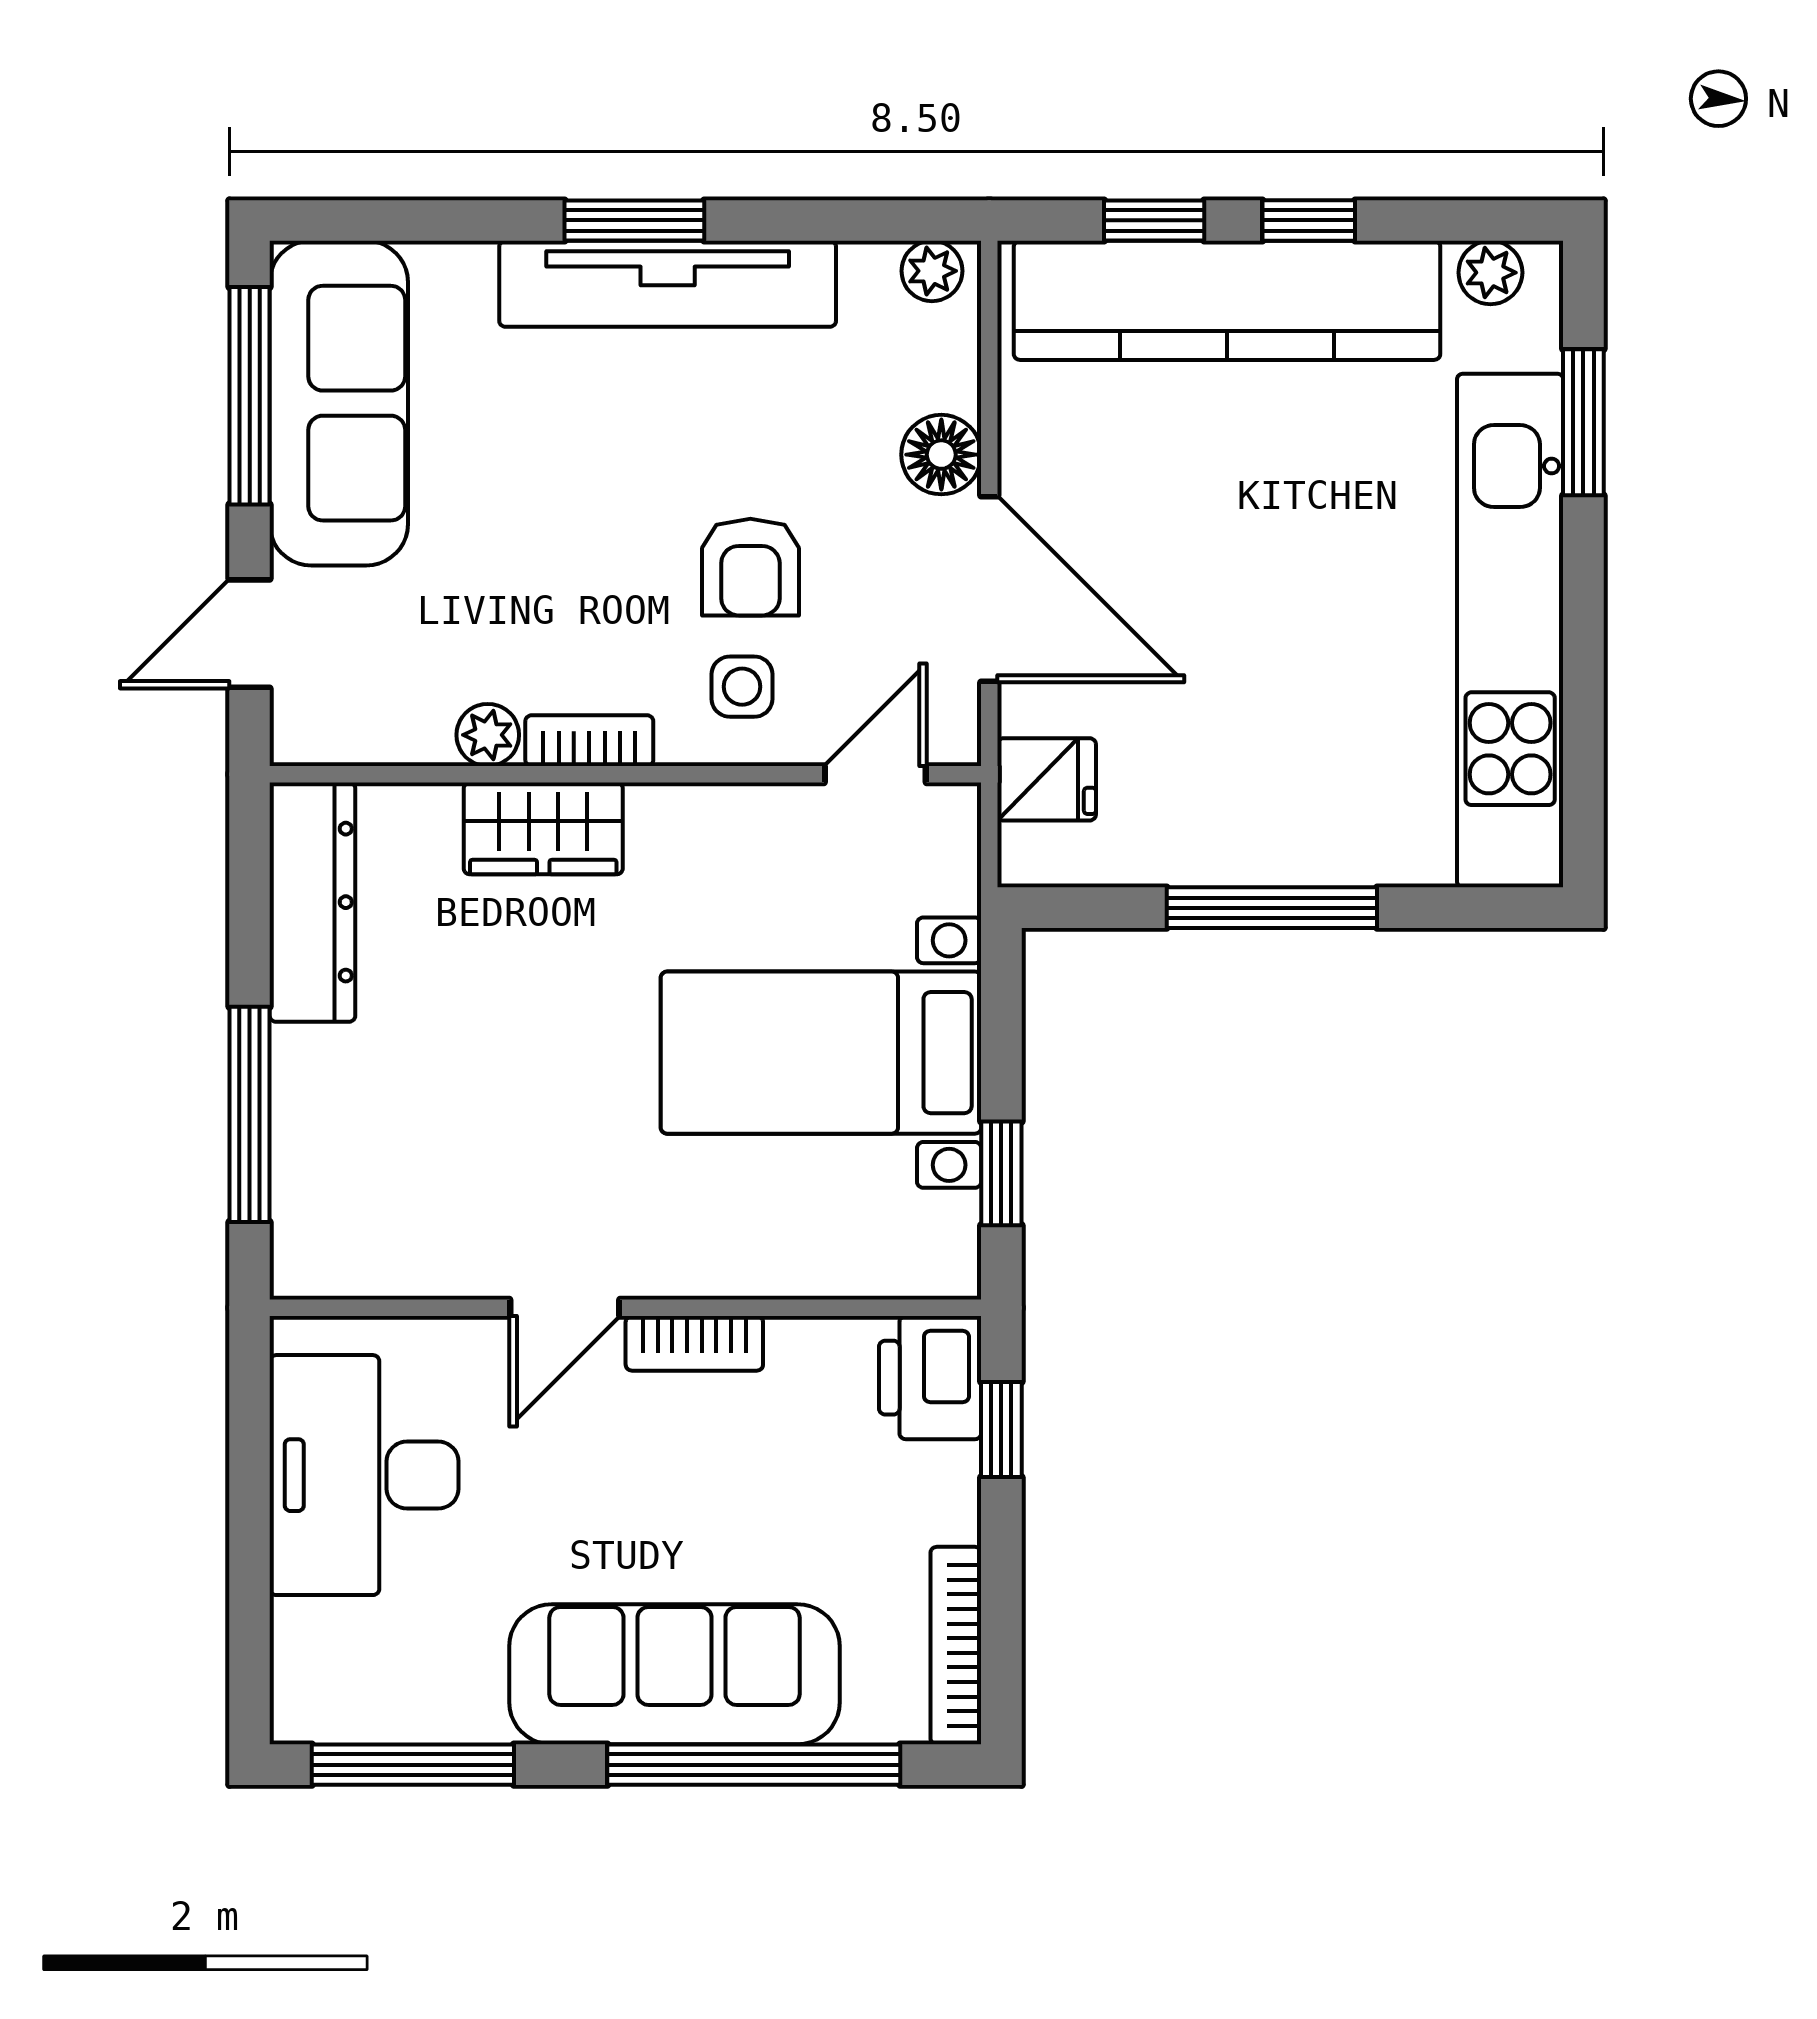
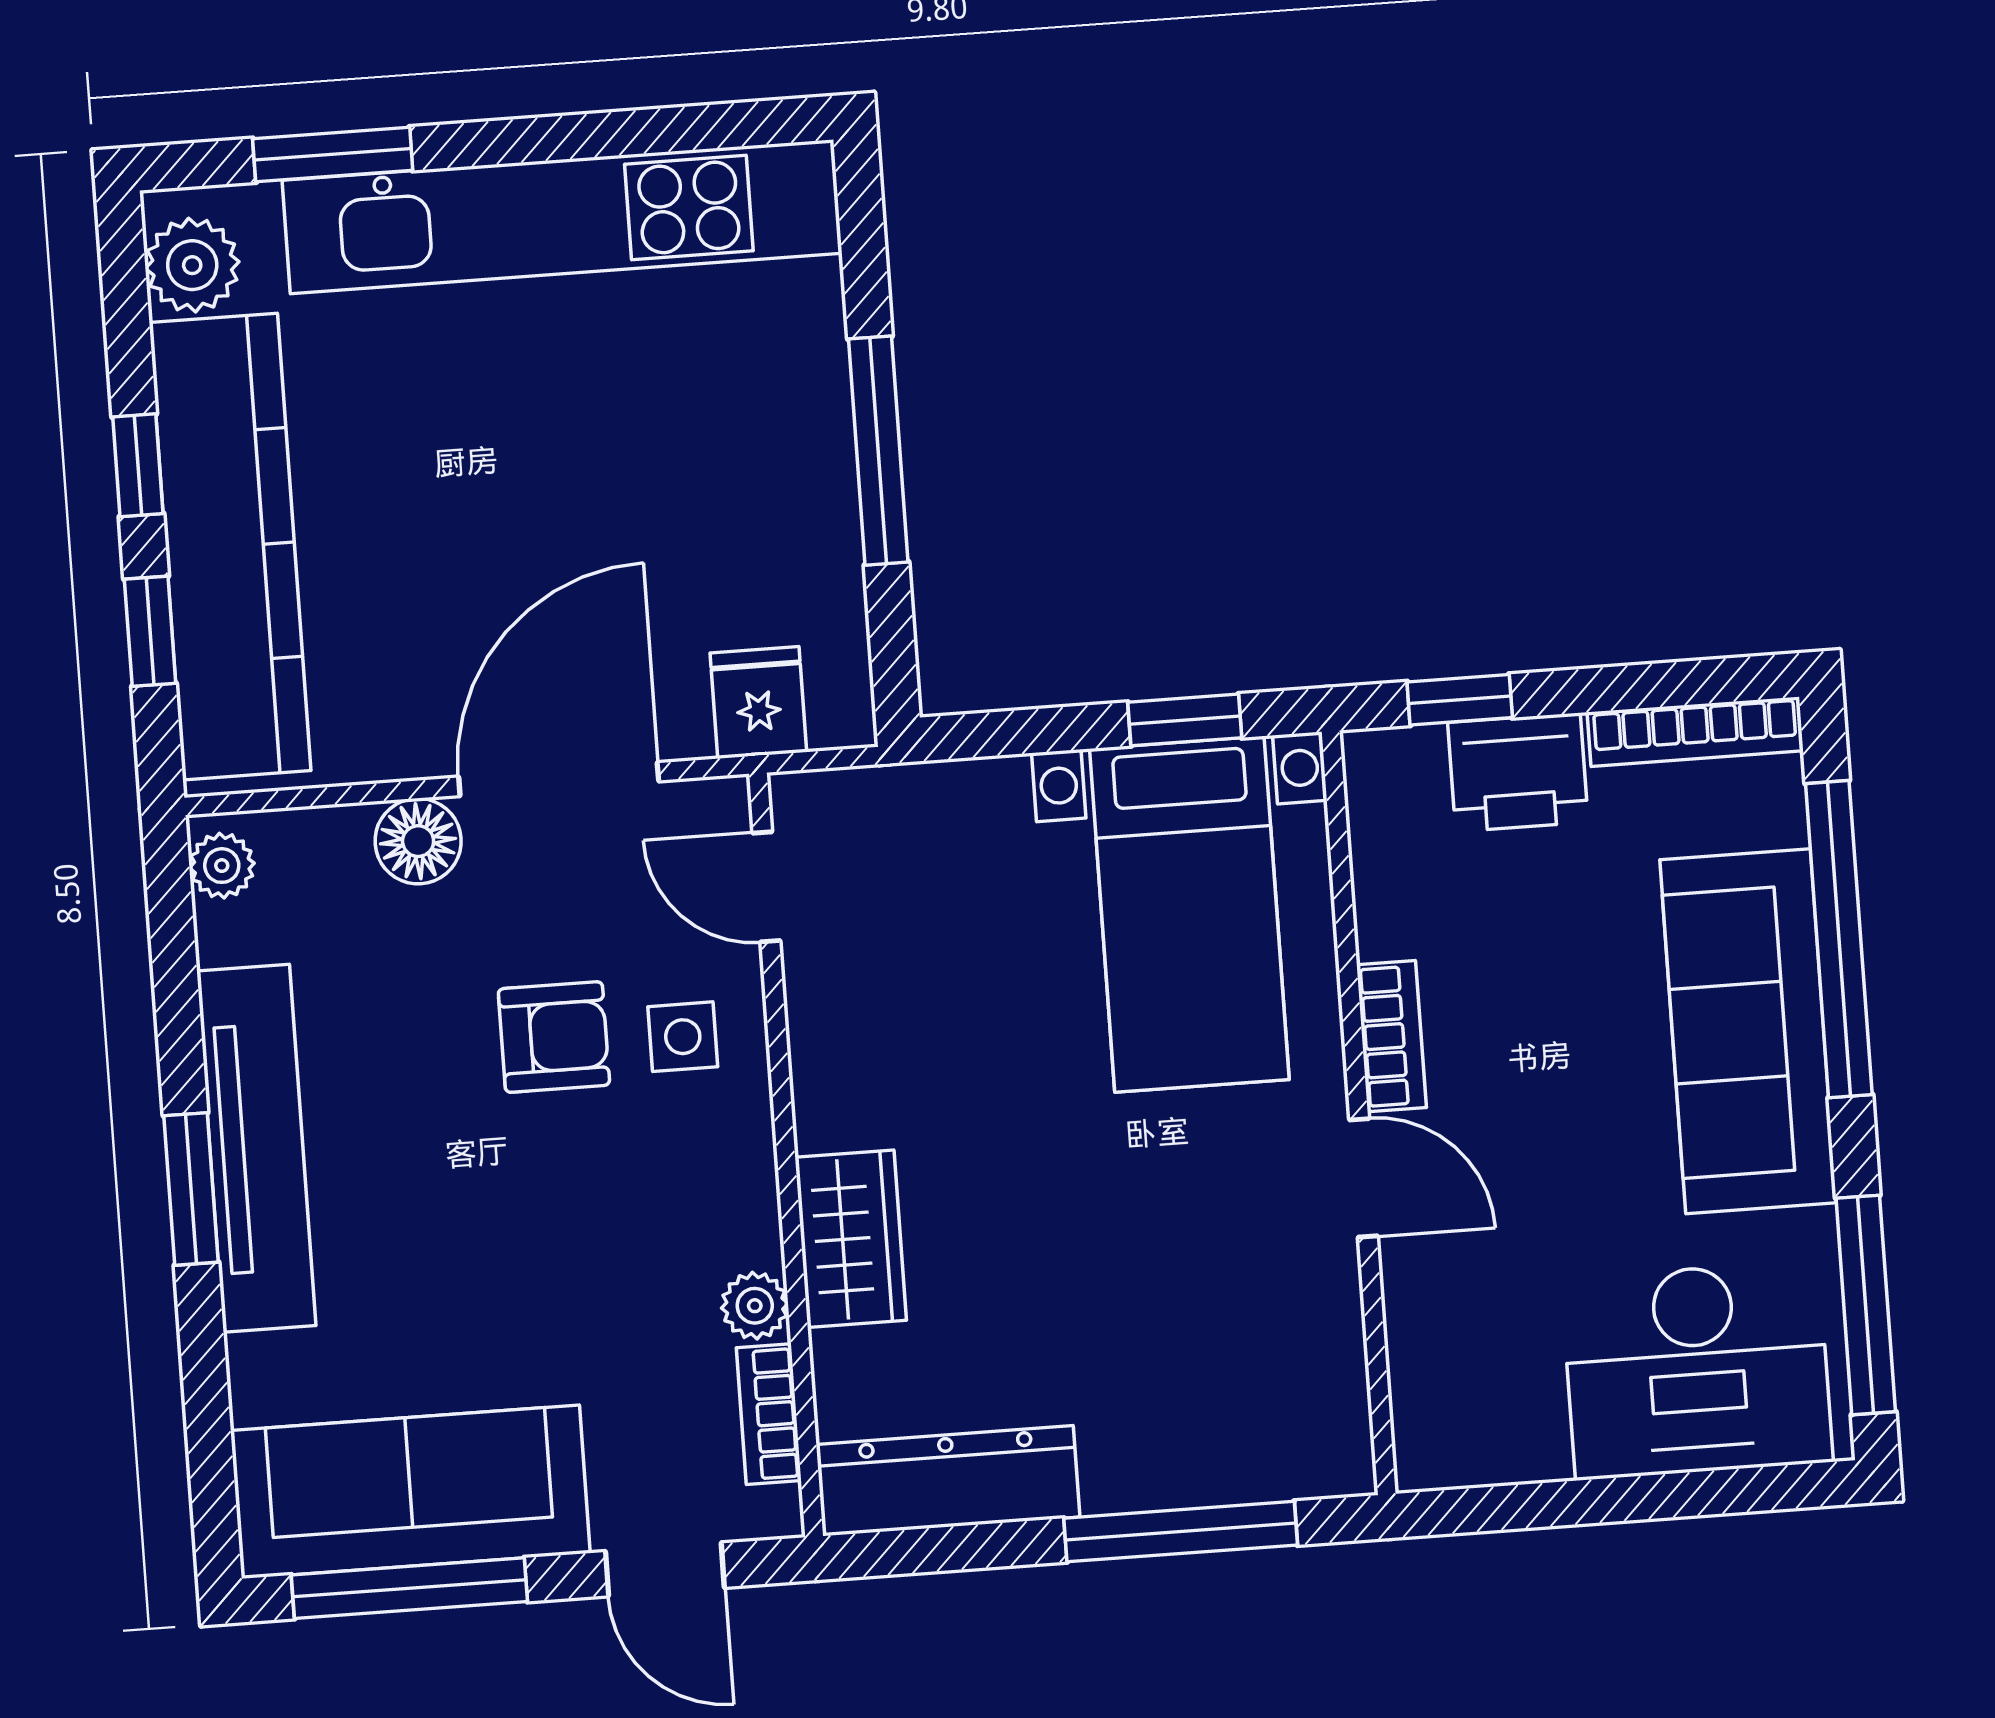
plant: (1490, 273) -> (192, 265), width x1.38, depth x1.38
bookcase: (589, 741) -> (769, 1414), moved
bed with nightstands: (821, 1053) -> (1189, 914), moved
printer: (930, 1378) -> (1518, 772), moved
desk: (364, 1475) -> (1697, 1370), moved

